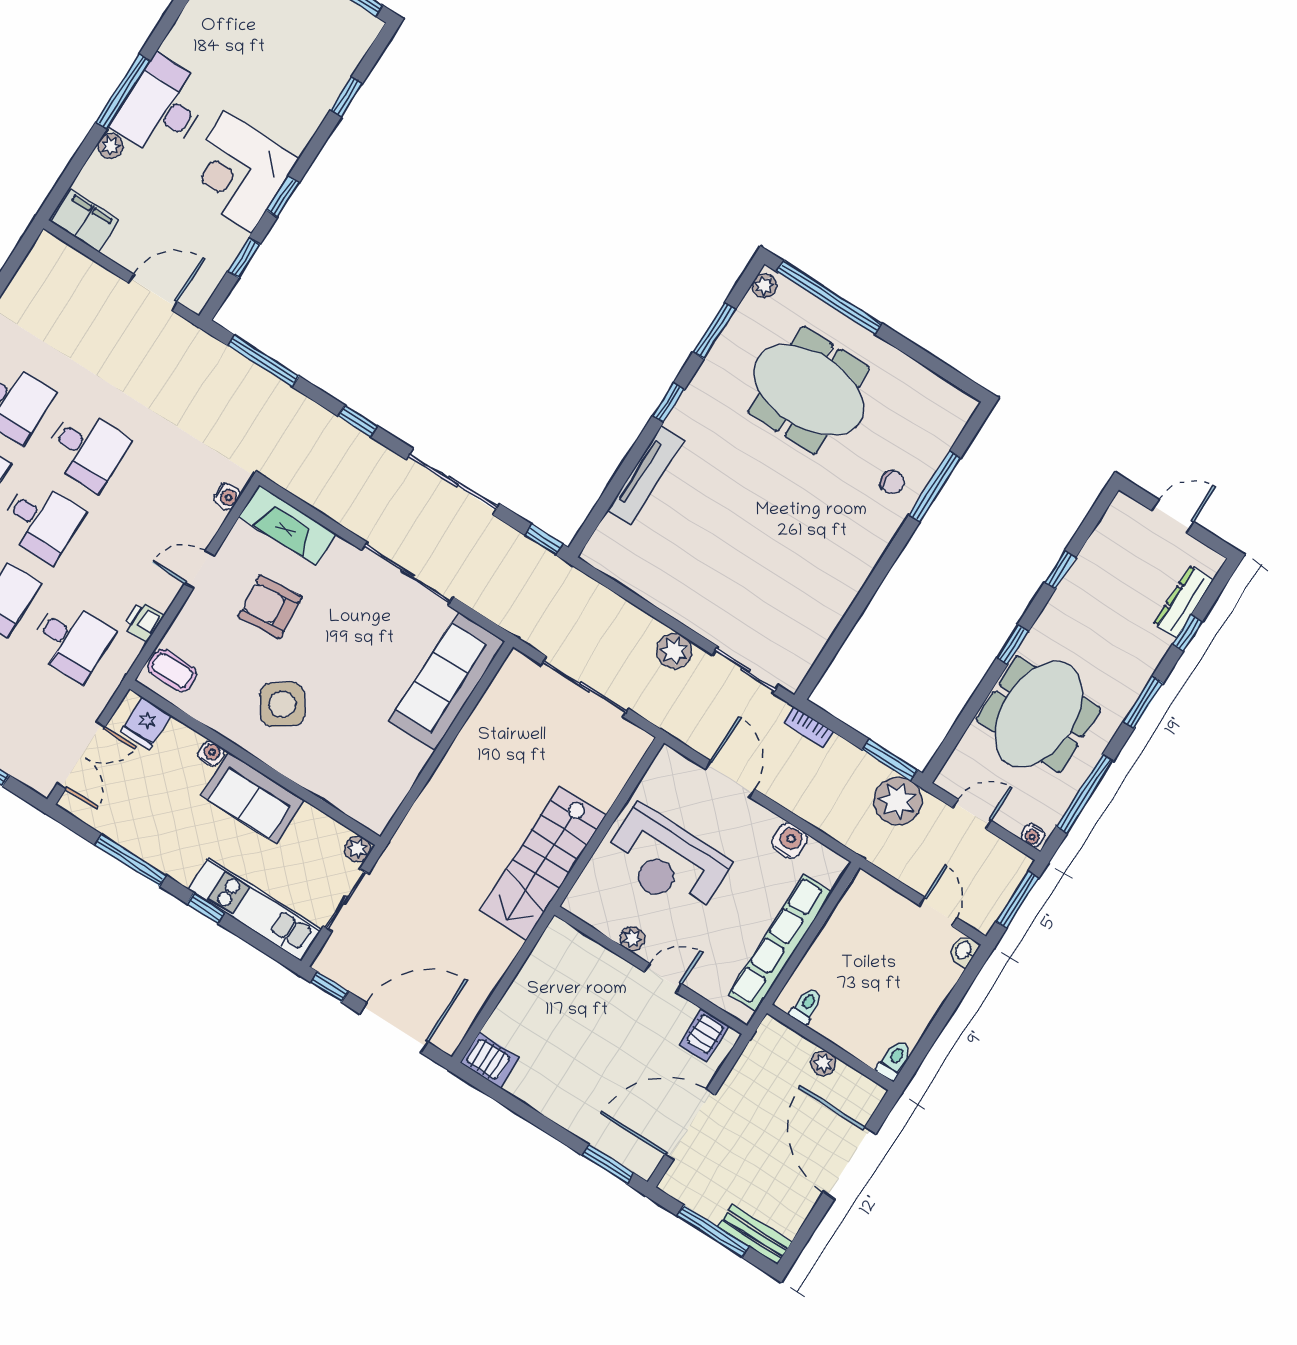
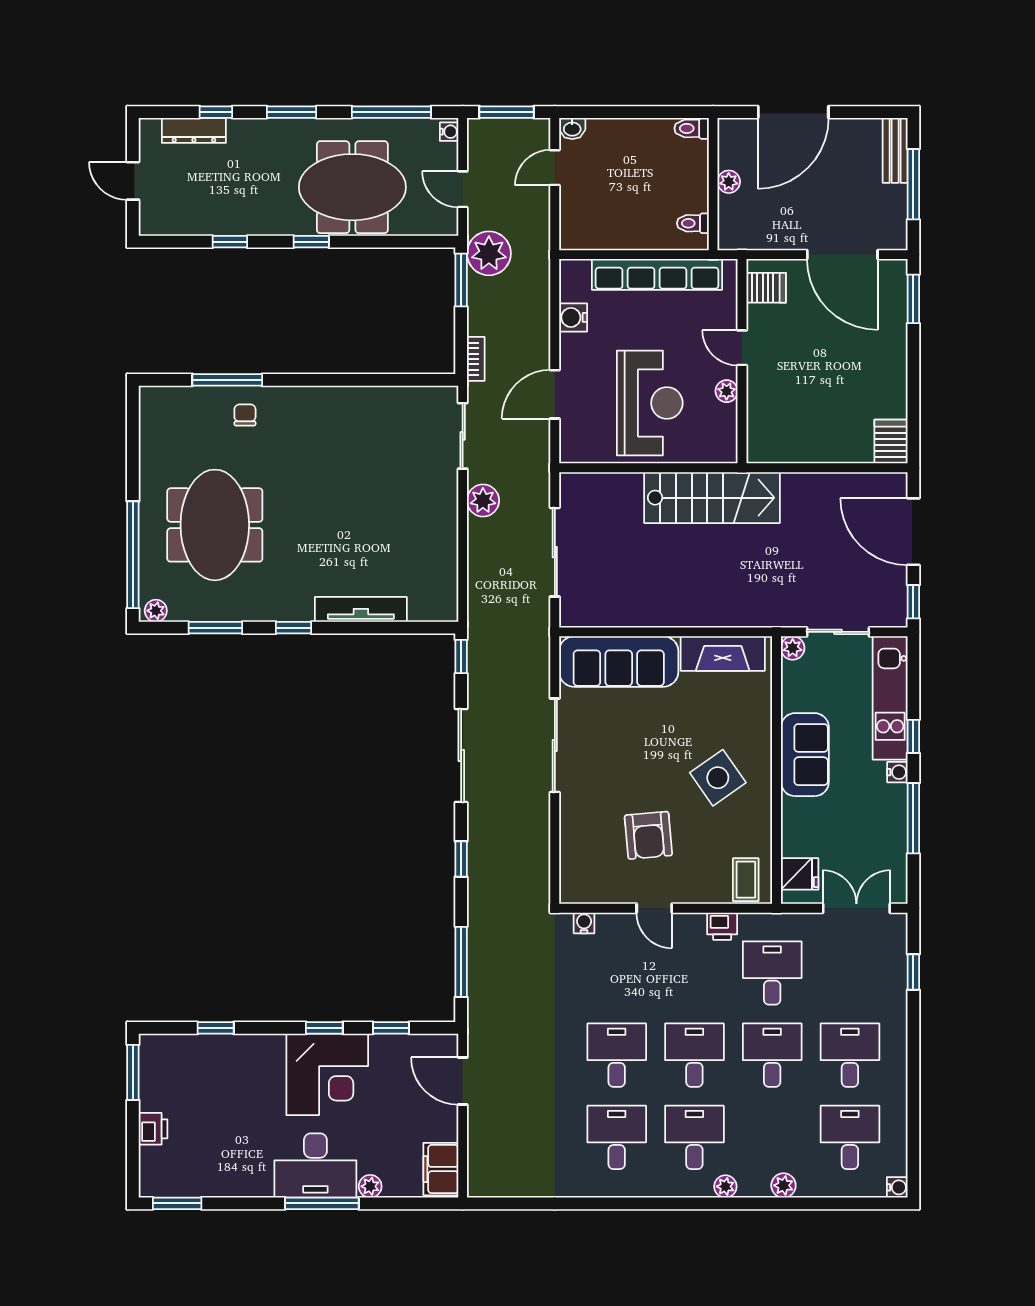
fireplace: (288, 525) -> (723, 654), moved, turned 90
water cooler: (211, 753) -> (897, 772), moved, turned 180

